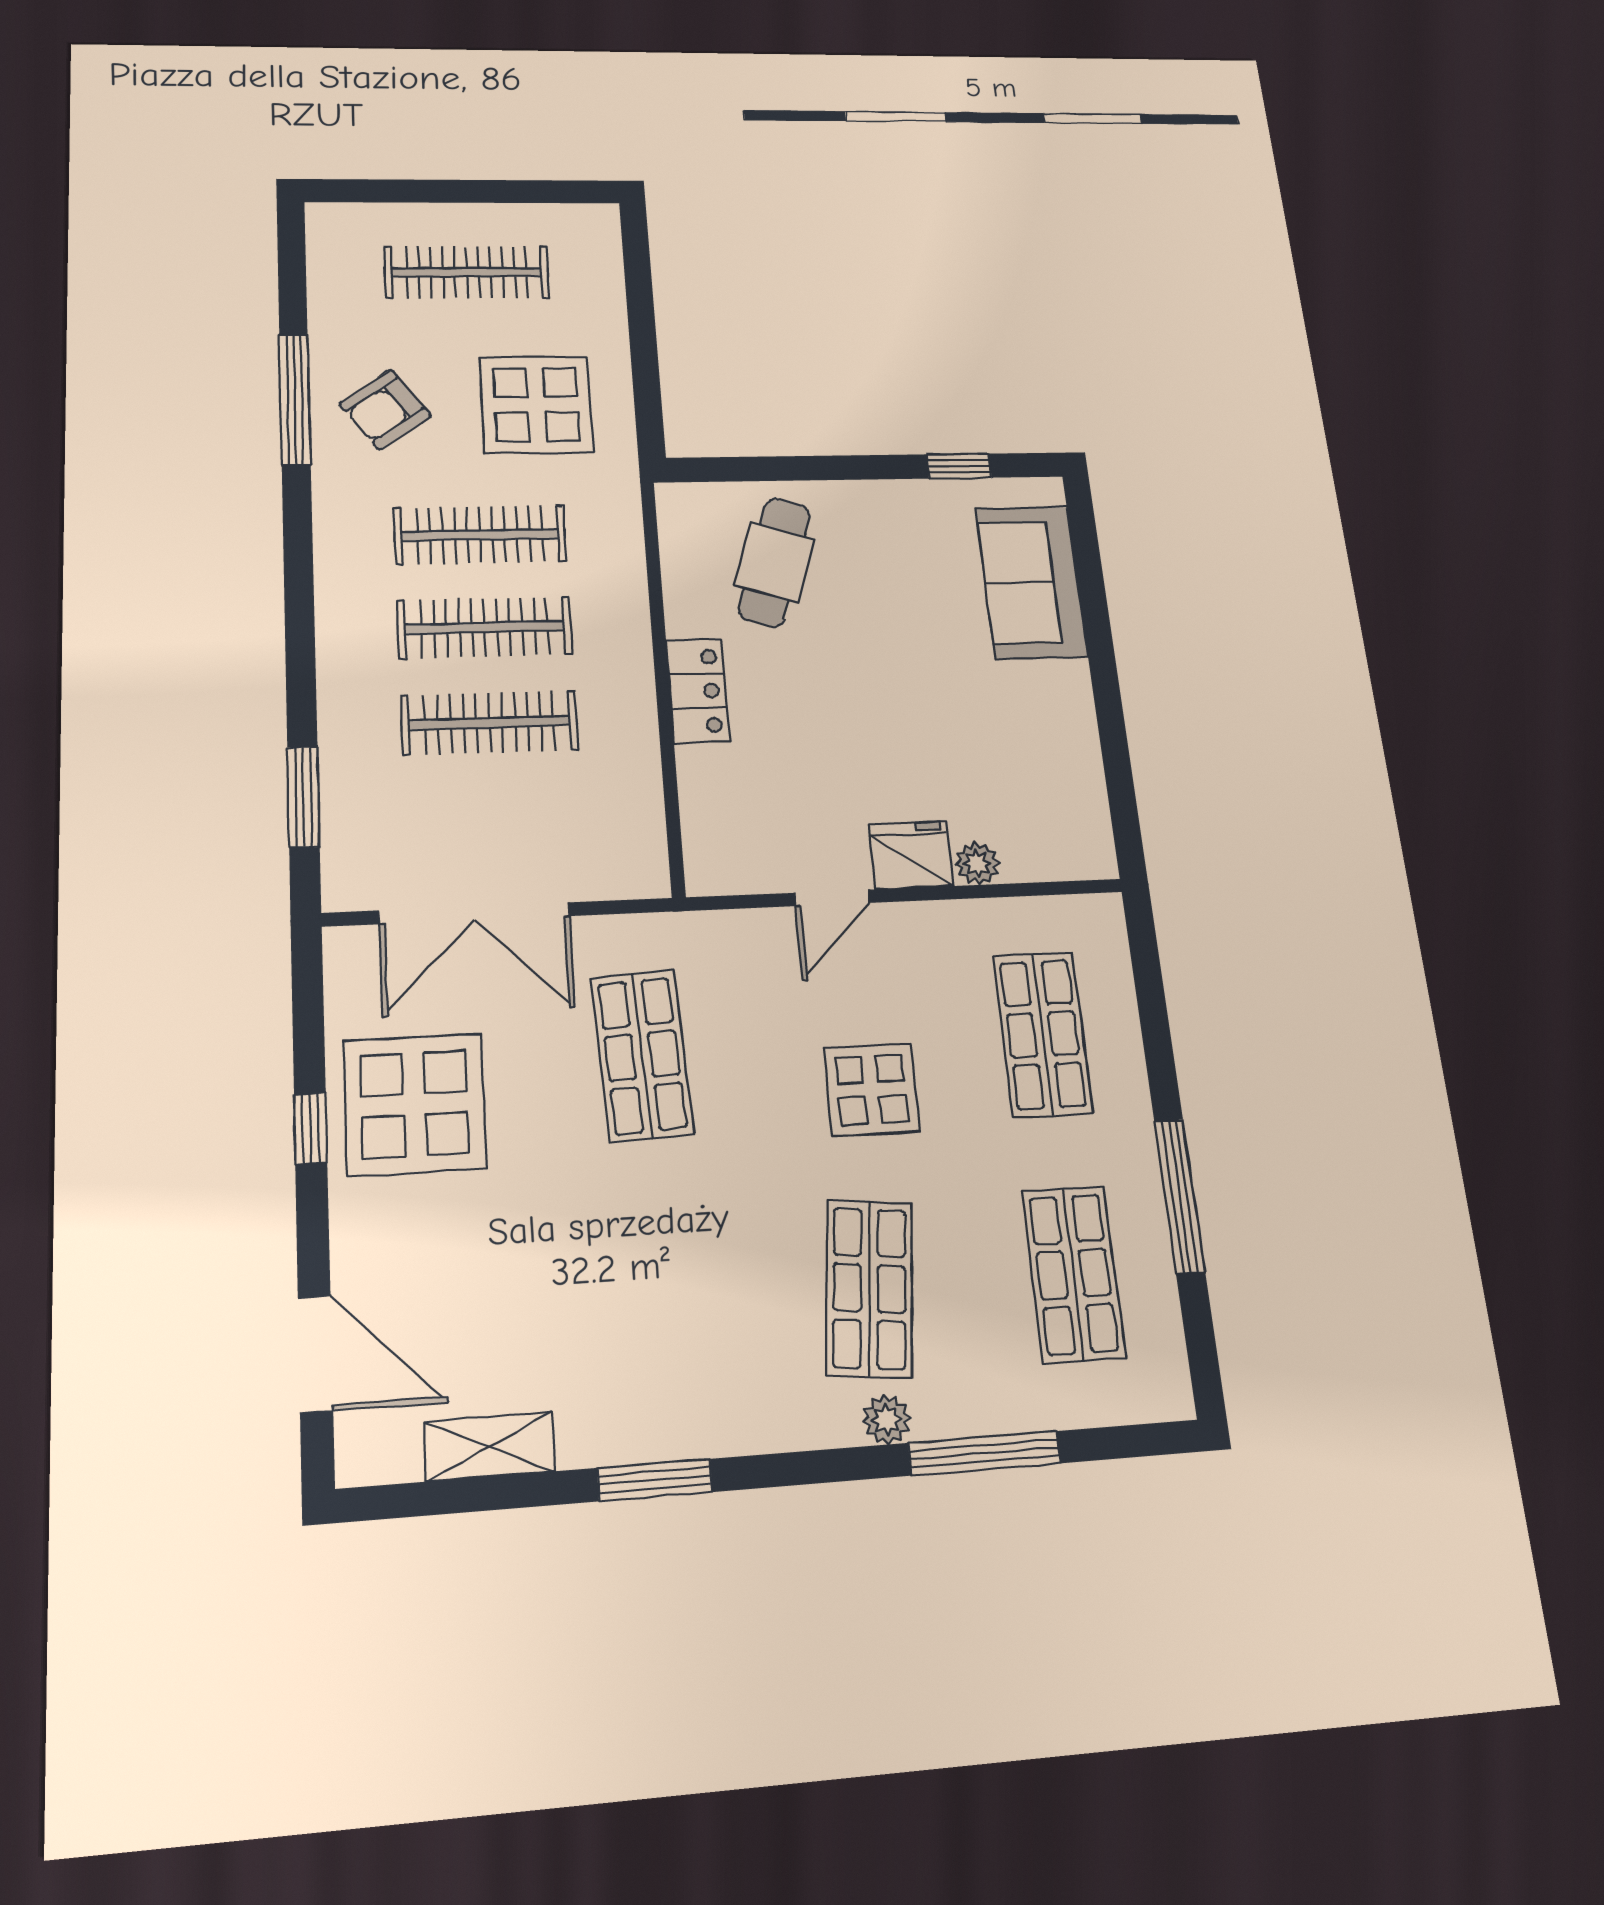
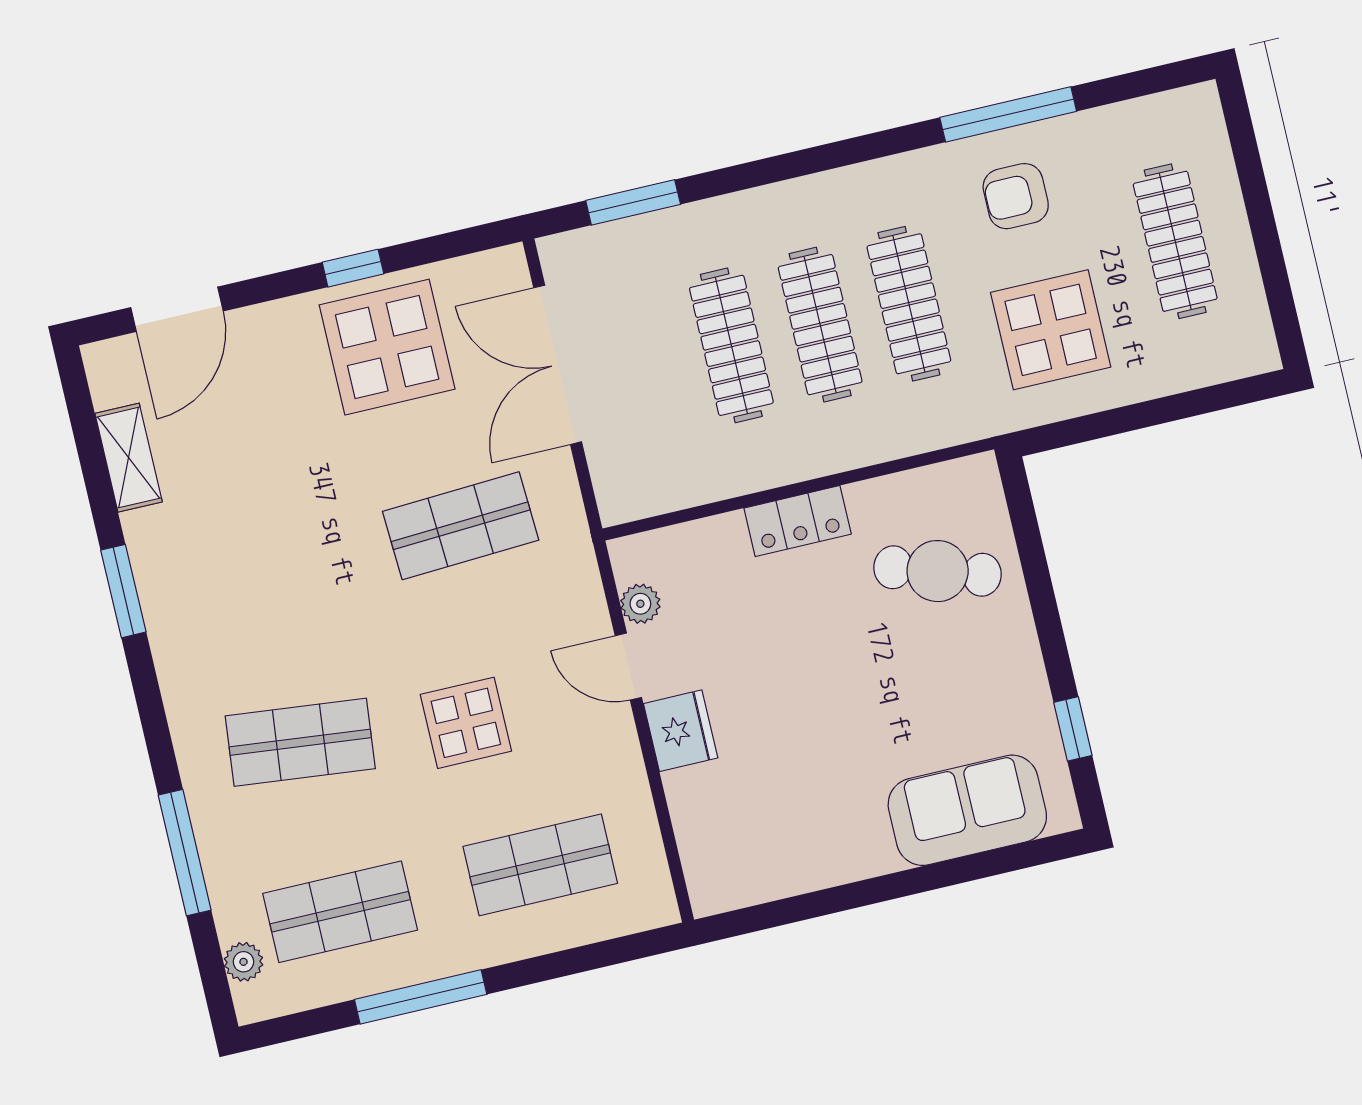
armchair: (385, 410) -> (1016, 196), turned -54
plant: (977, 863) -> (640, 604), moved
plant: (886, 1420) -> (244, 962), moved

